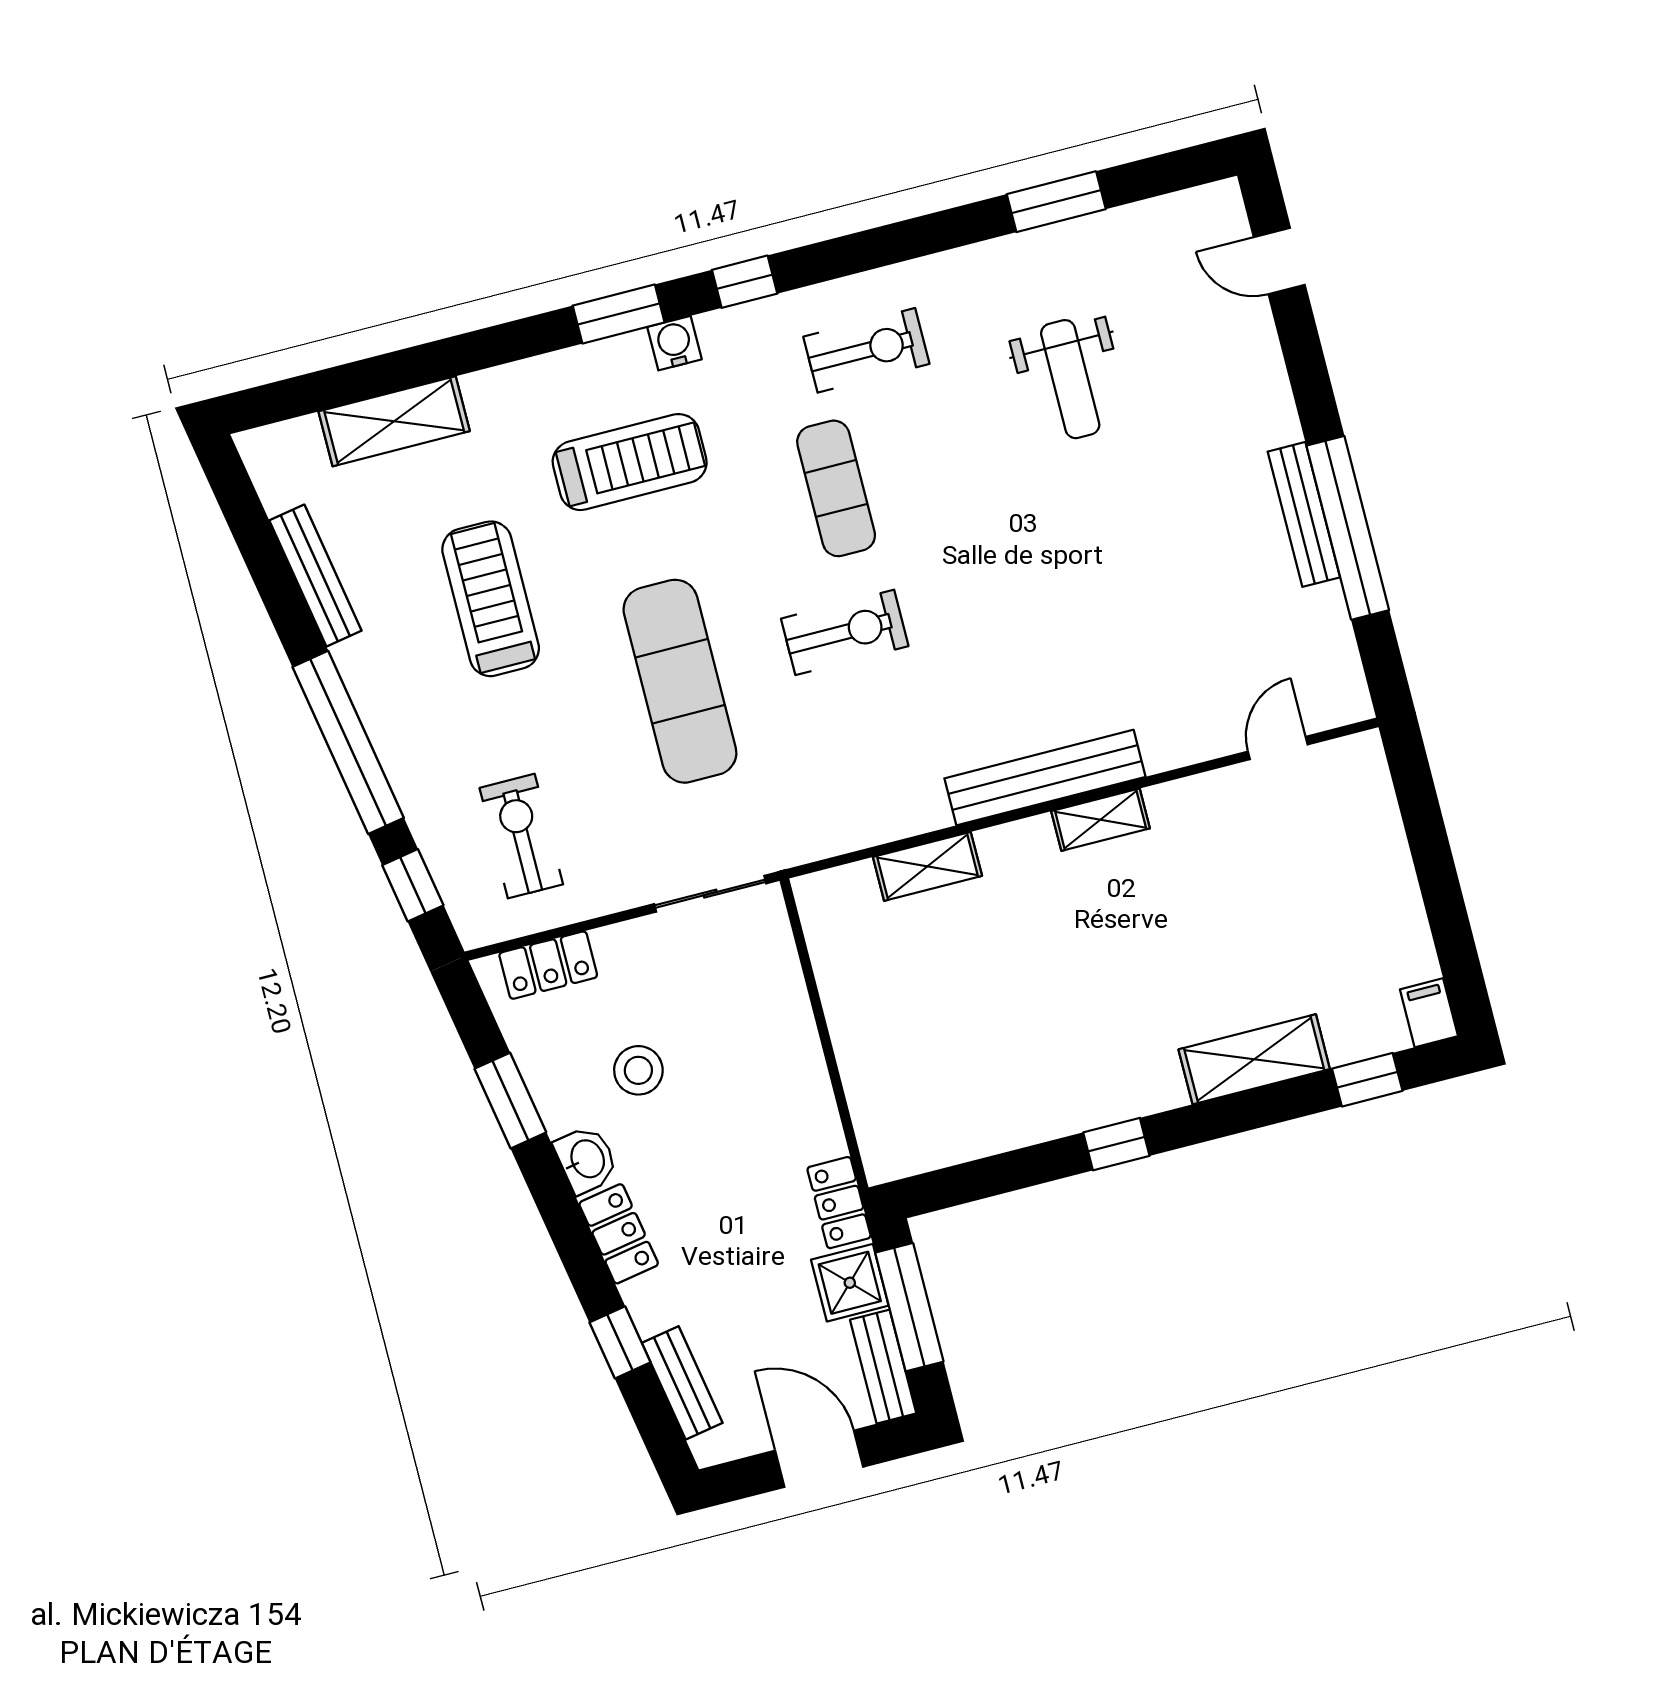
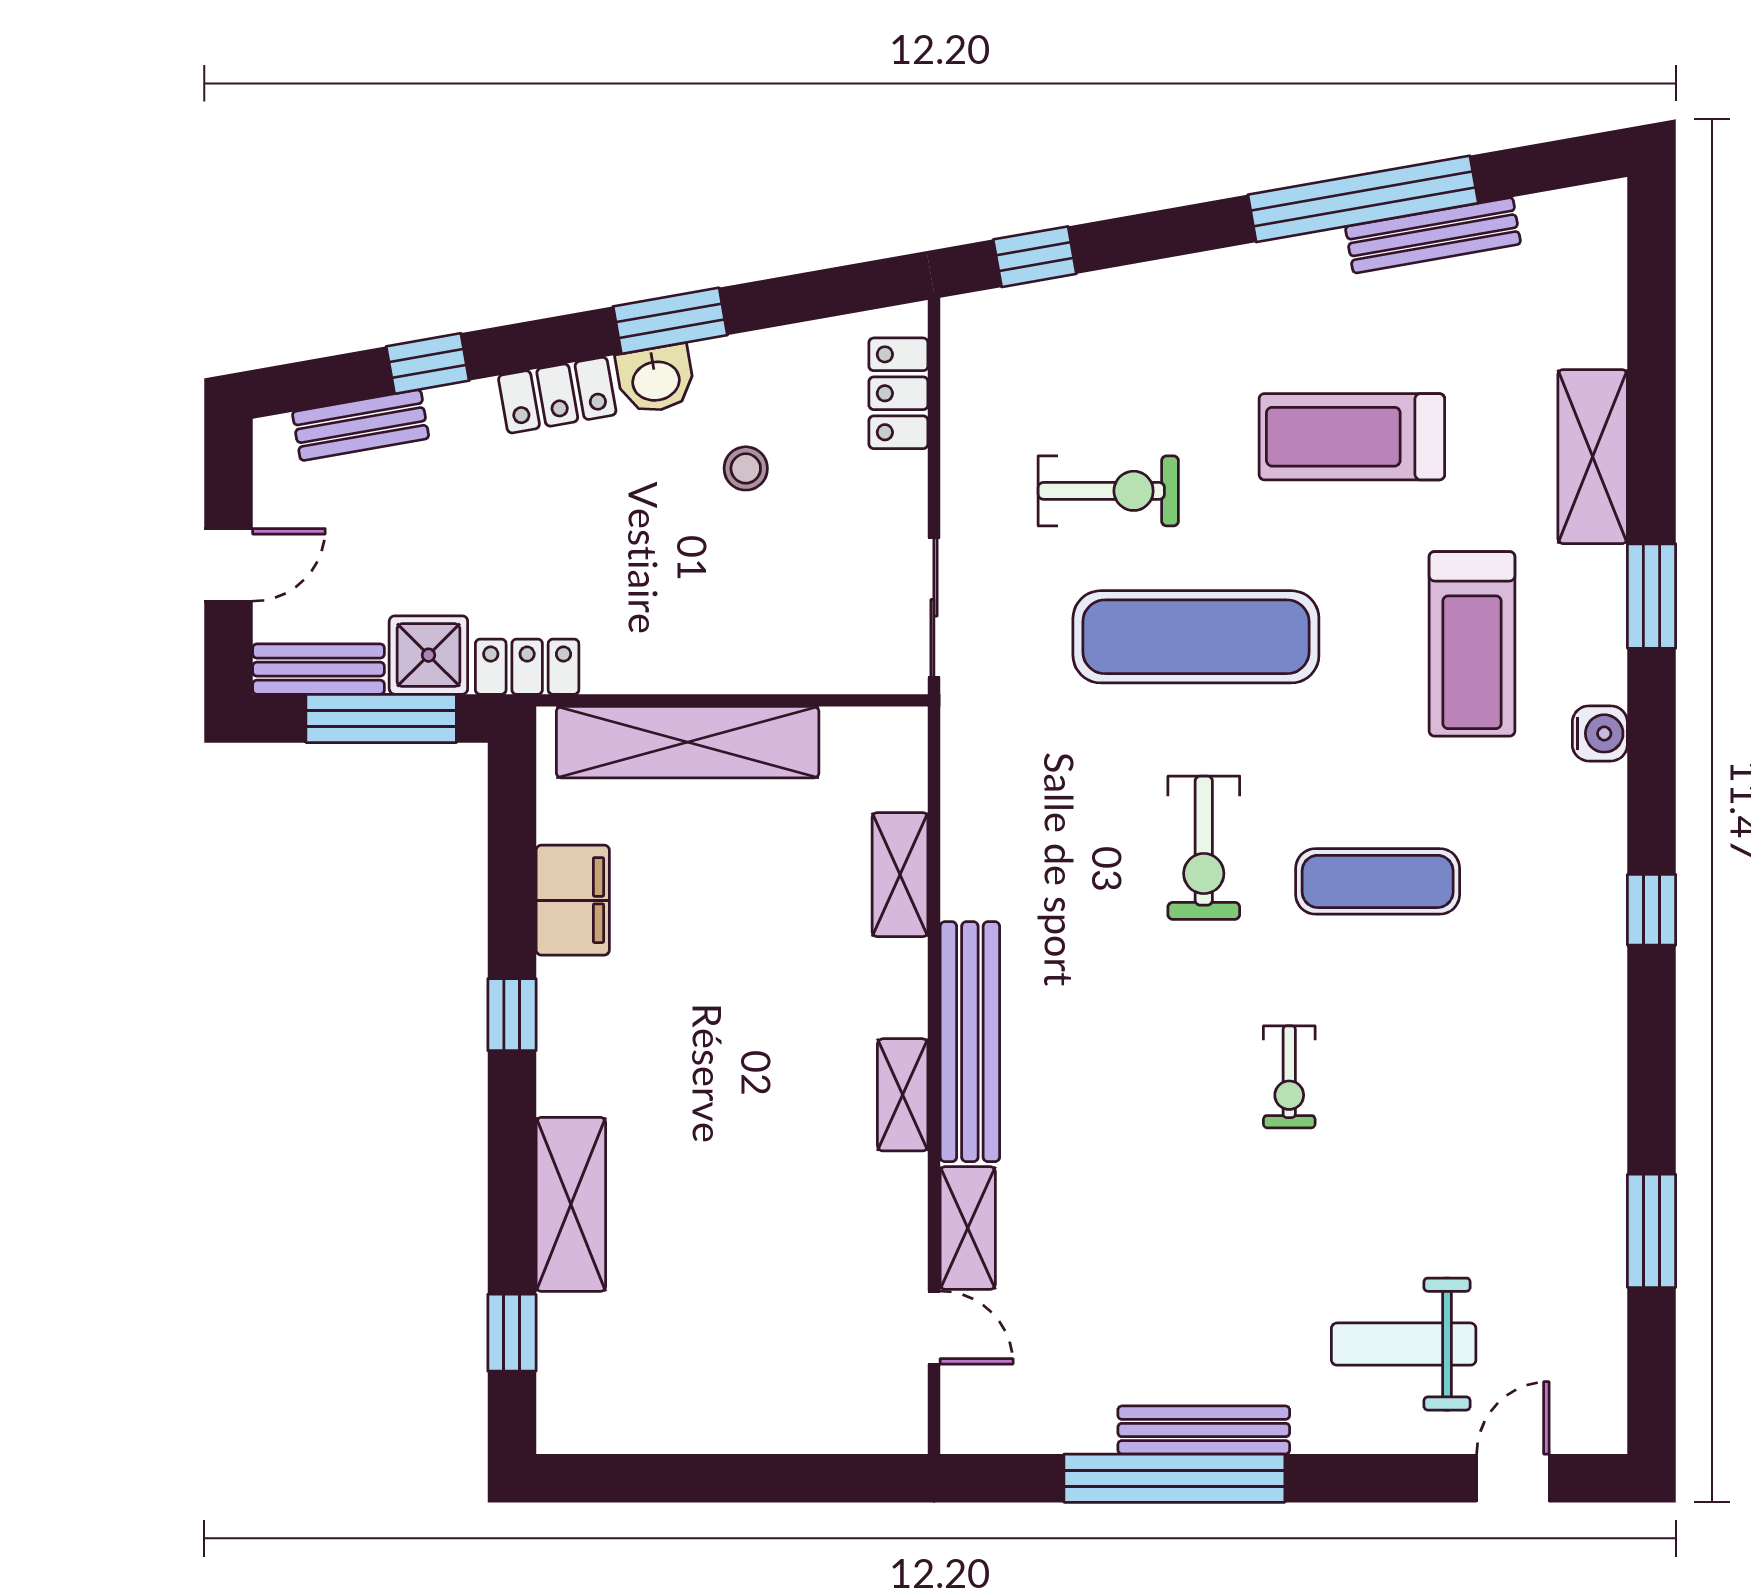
window: (745, 282) -> (1652, 910), moved
window: (619, 314) -> (1652, 596), moved
exercise bike: (866, 350) -> (1289, 1077), moved, width x0.73, depth x0.72
weight bench: (1070, 379) -> (1404, 1344), moved
shelving: (394, 421) -> (1593, 457), moved
treadmill: (491, 599) -> (1352, 437), turned 180
window: (348, 742) -> (1363, 199), moved
shelving: (1192, 742) -> (968, 1228), added
exercise bike: (521, 836) -> (1108, 491), moved
filing cabinet: (1429, 1013) -> (573, 900), moved, width x2.00
shelving: (866, 1061) -> (688, 742), added
stool: (638, 1070) -> (746, 468), width x0.73, depth x0.73
window: (510, 1101) -> (670, 321), moved
door: (819, 1459) -> (229, 565), width x0.73

